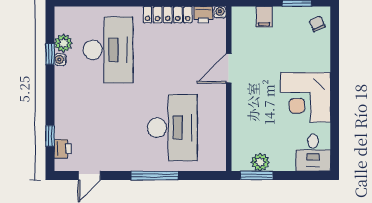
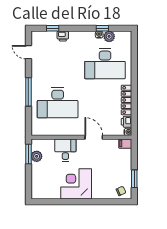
filing cabinet: (264, 17) -> (125, 144), moved
printer: (63, 149) -> (63, 36), moved
desk: (313, 153) -> (65, 150), moved, turned 90

